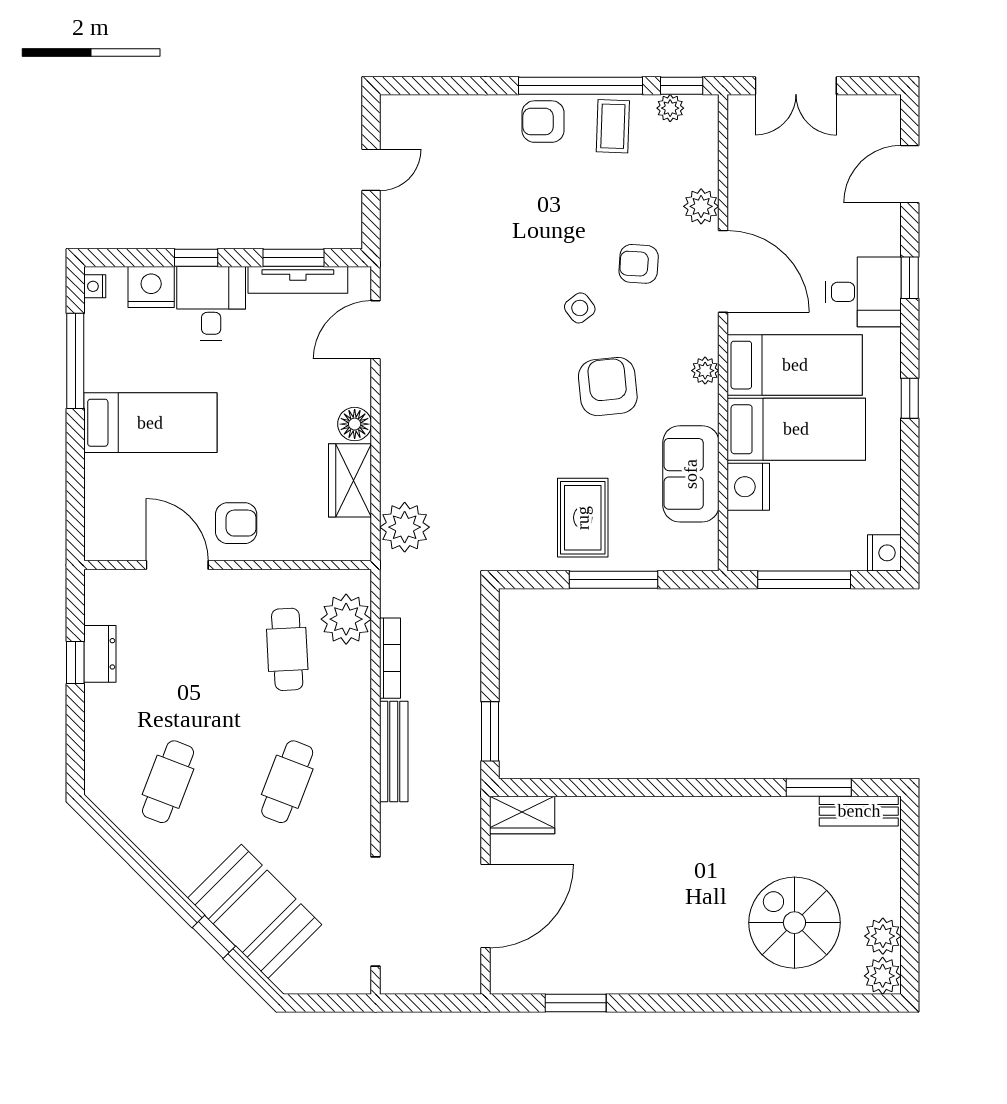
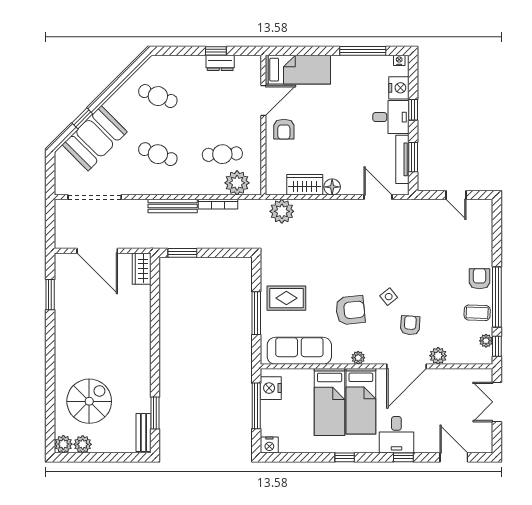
bed: (150, 423) -> (298, 70), moved, turned -90
sofa: (691, 474) -> (299, 351), width x1.36
nightstand: (748, 487) -> (271, 388), moved, turned -90

